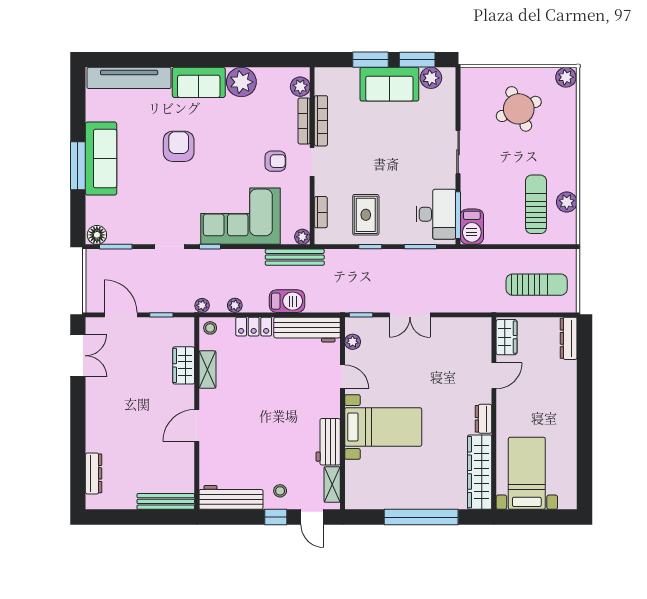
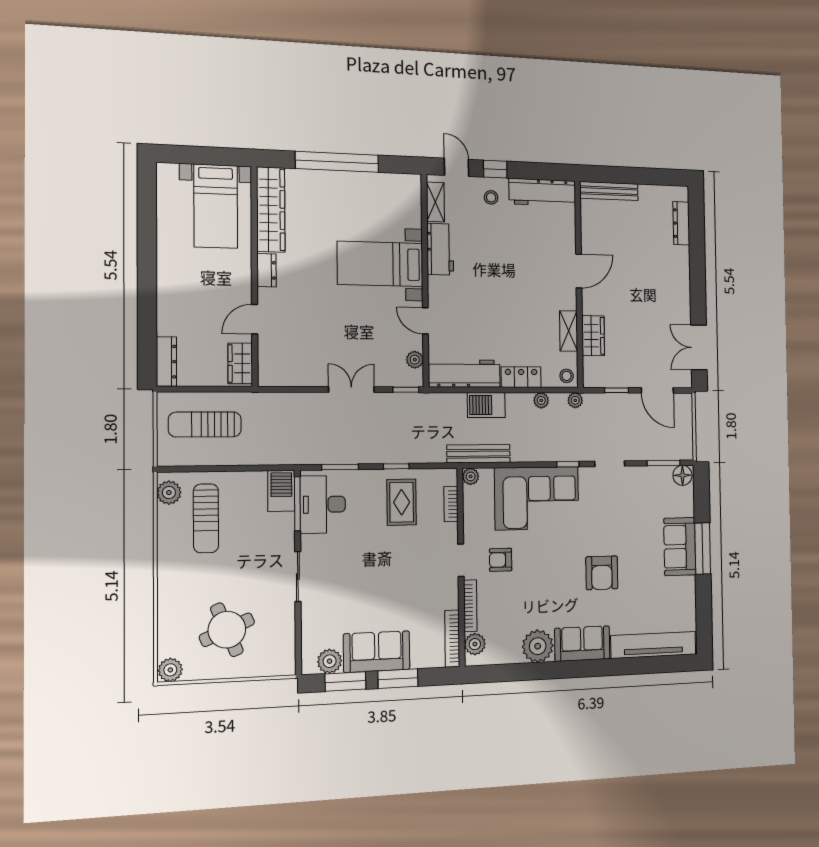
bookcase: (321, 121) -> (452, 639), moved
sofa: (101, 159) -> (680, 547), width x0.73
plant: (567, 202) -> (169, 493), moved

